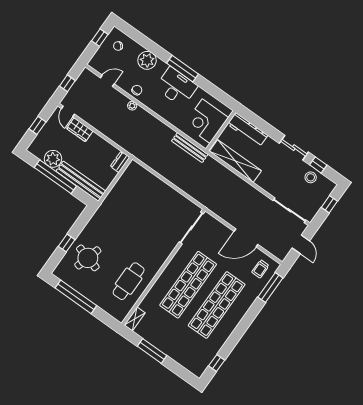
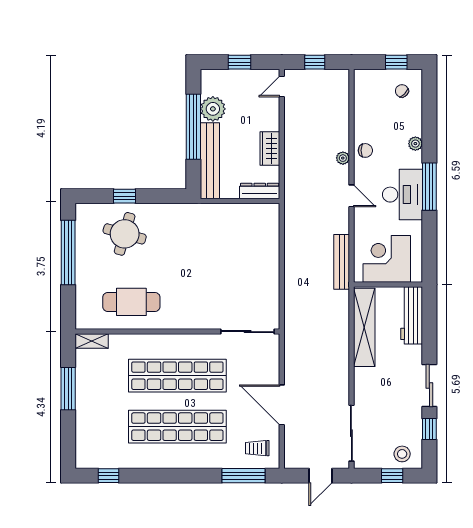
plant: (147, 60) -> (415, 144), width x0.53, depth x0.53
door: (107, 81) -> (351, 196), moved
wardrobe: (80, 130) -> (270, 149), moved
dresser: (120, 162) -> (260, 191), width x1.44
stool: (311, 177) -> (402, 454), moved

